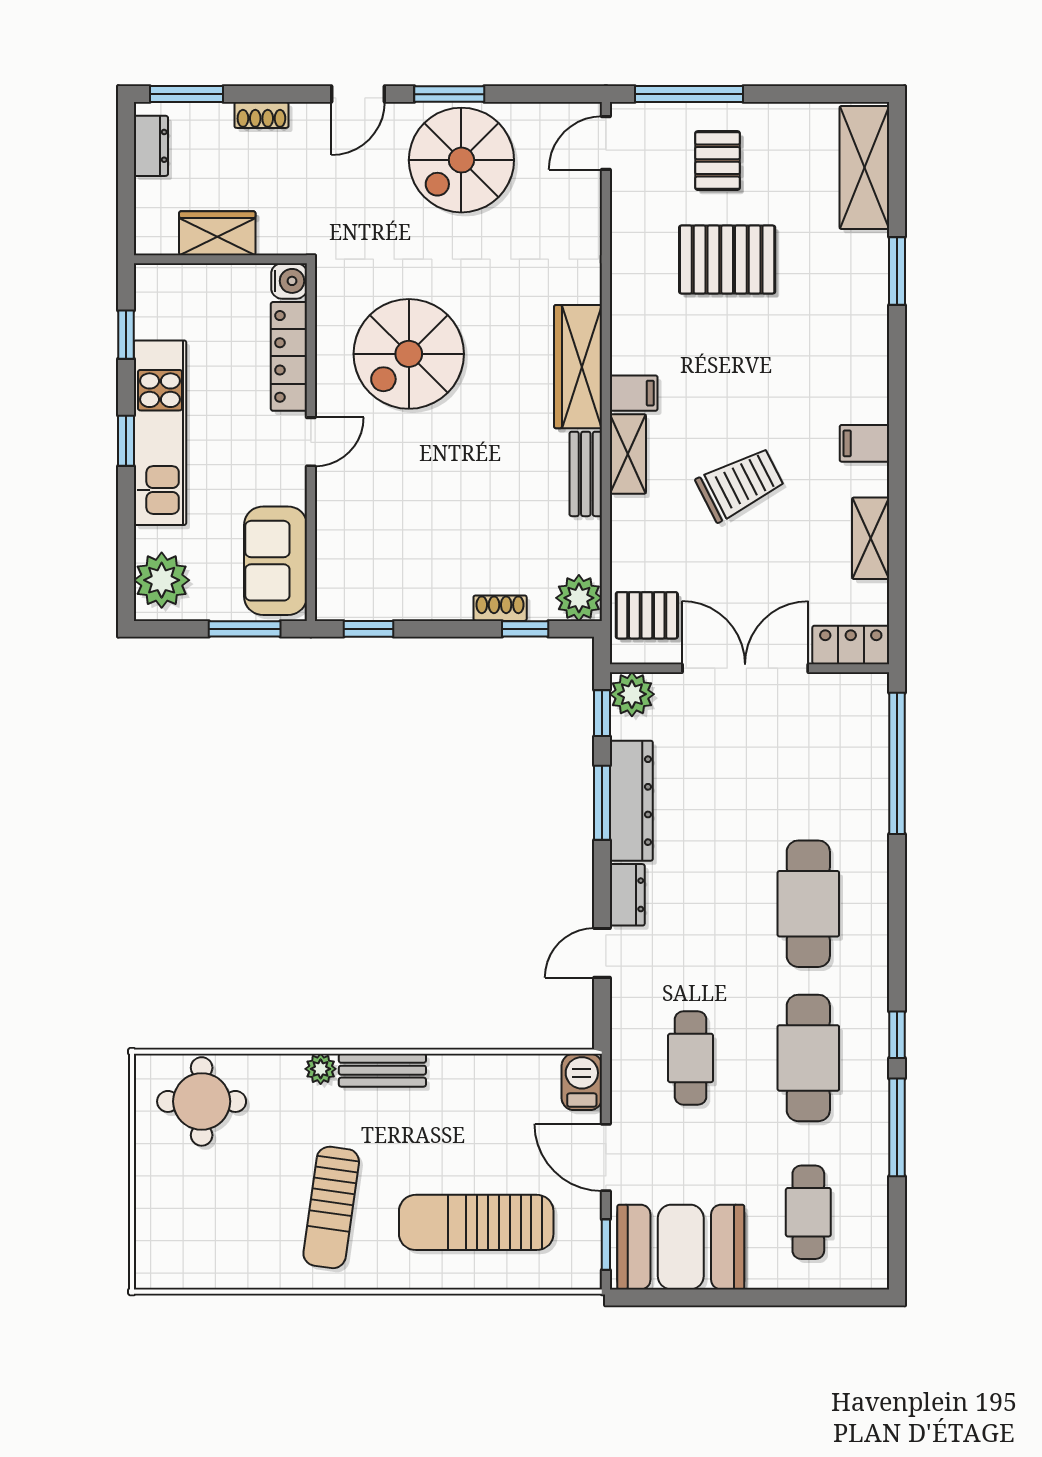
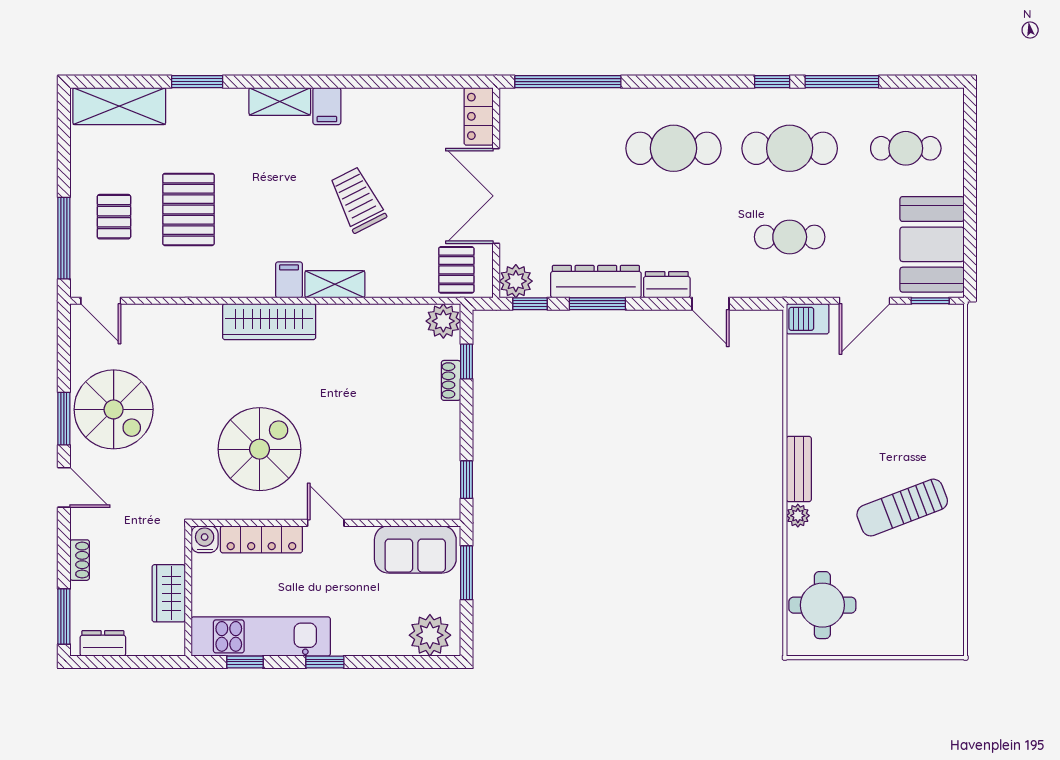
pallet: (718, 161) -> (114, 217), turned 90
spiral stairs: (409, 354) -> (260, 449), turned -90
kitchen unit: (160, 433) -> (261, 636), moved
bench: (586, 474) -> (350, 316), removed
shelving: (871, 538) -> (280, 101), moved
sun lounger: (331, 1207) -> (902, 508), turned 151
sun lounger: (476, 1222) -> (913, 398), removed

